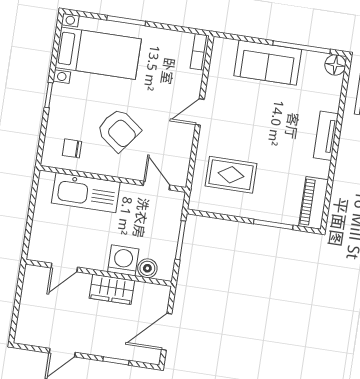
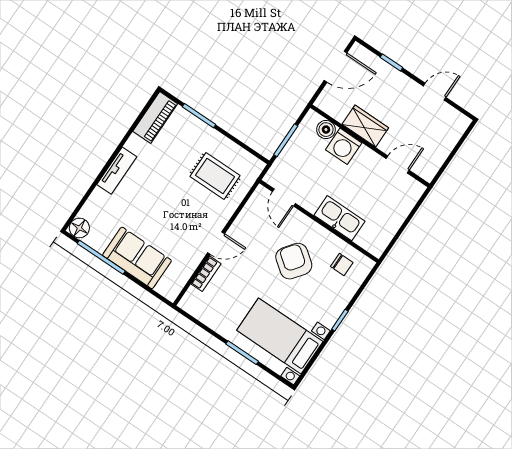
bookcase: (200, 52) -> (206, 274), moved
kitchen sink: (86, 193) -> (340, 218), width x0.73, depth x0.81

